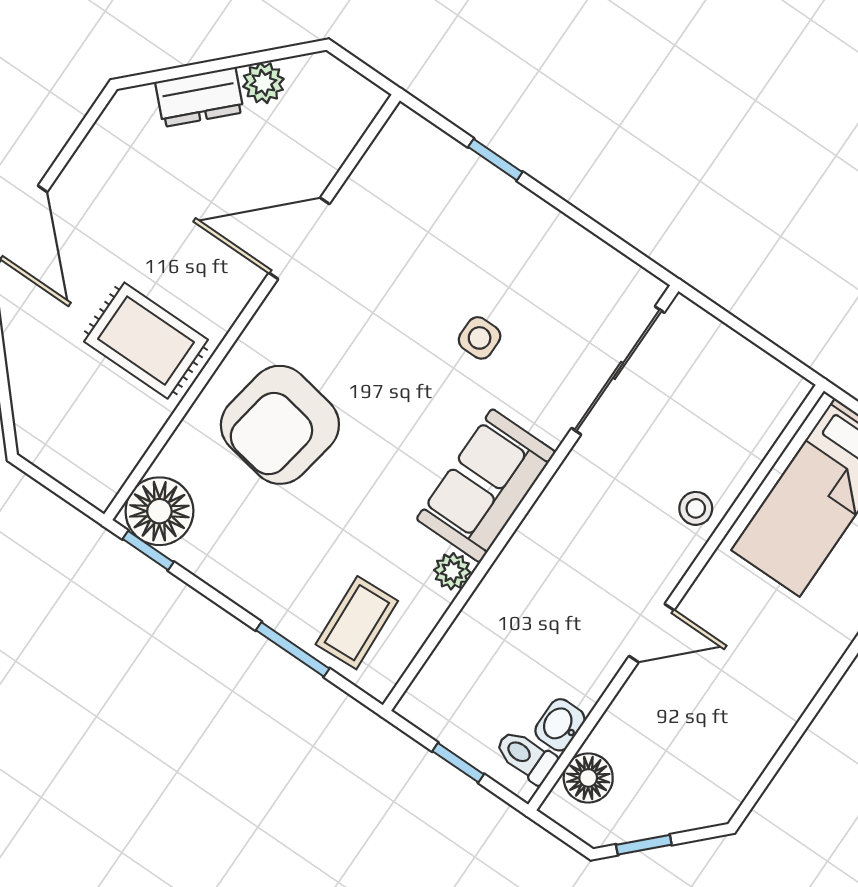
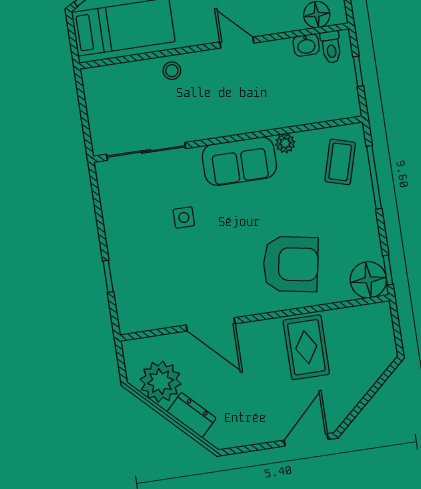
plant: (263, 83) -> (160, 382), width x1.88, depth x1.88
coffee table: (357, 623) -> (340, 162), turned -71
window: (293, 649) -> (374, 177), width x1.44

